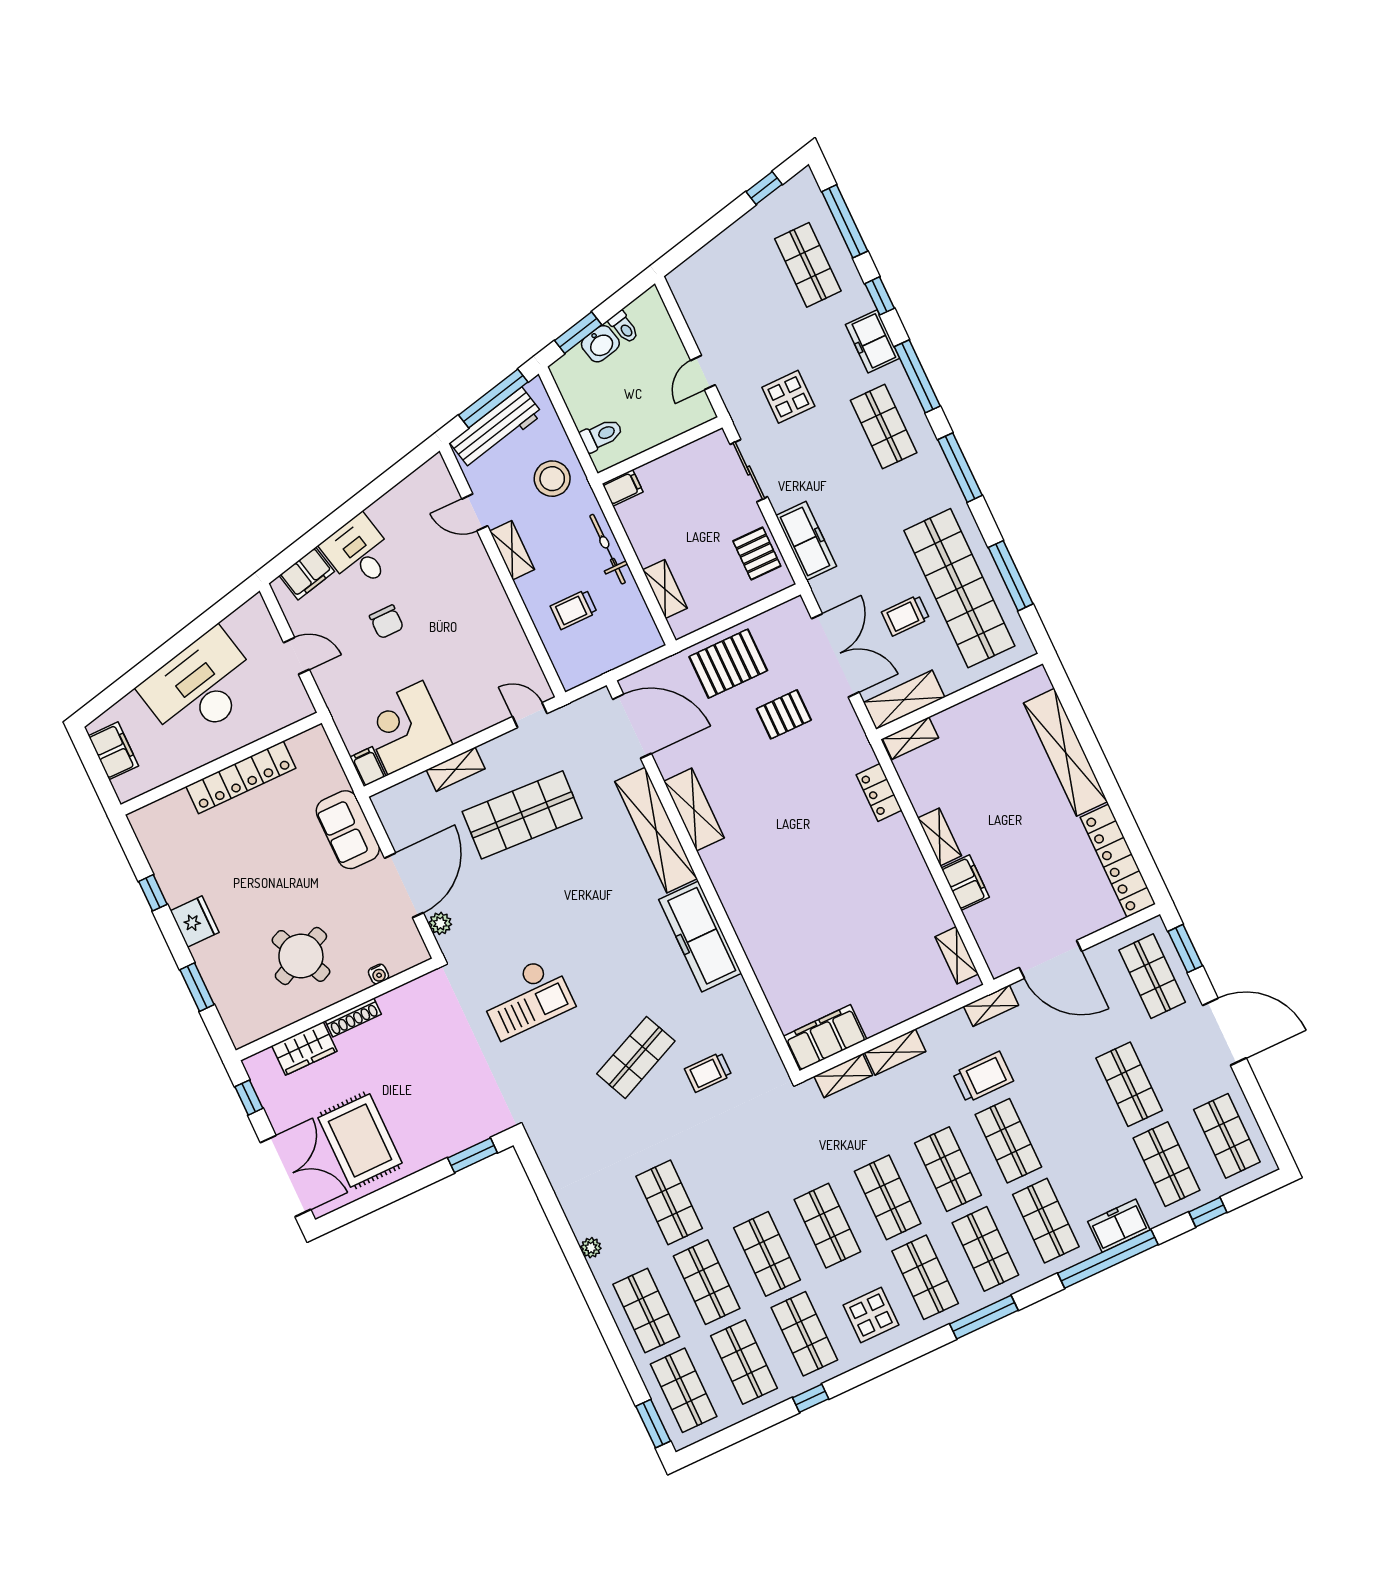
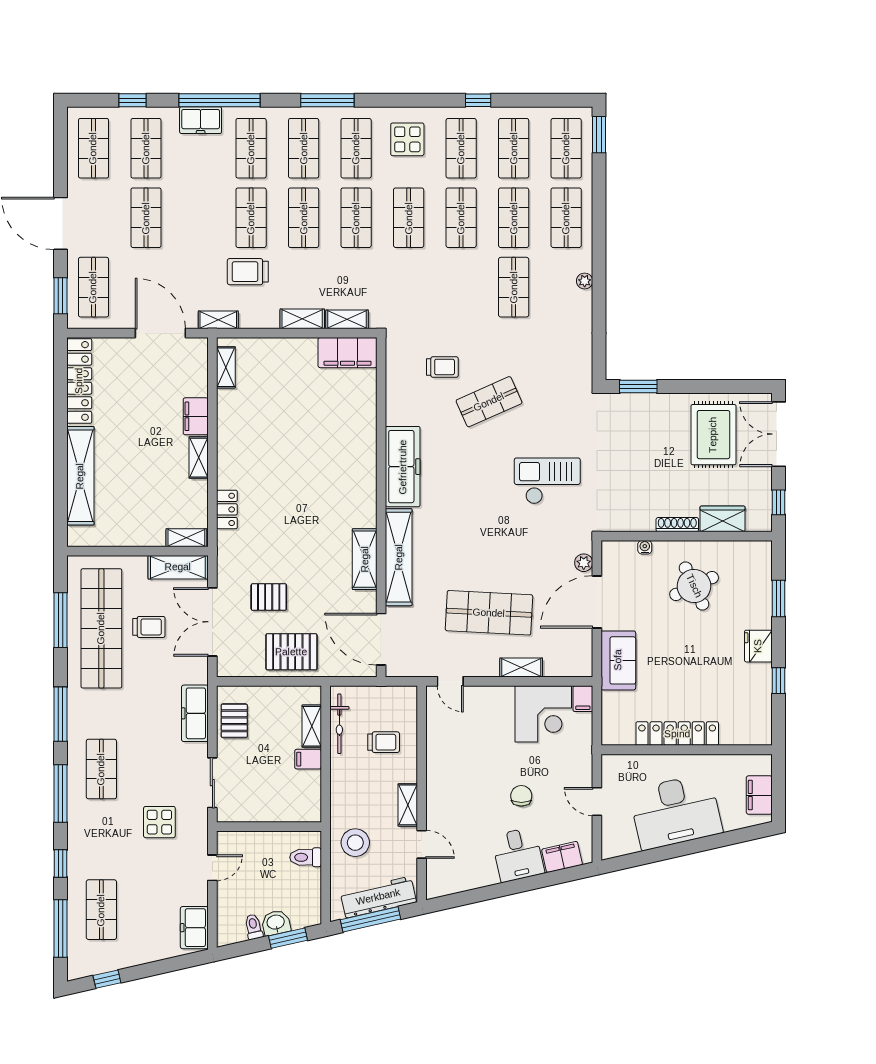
freezer: (873, 341) -> (194, 928), moved, turned 180
filing cabinet: (623, 488) -> (308, 759), moved
bicycle: (608, 549) -> (339, 724), moved

